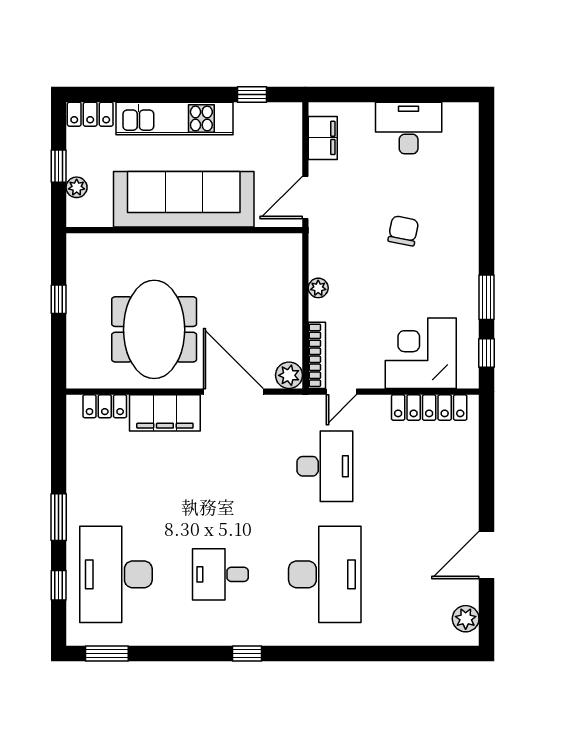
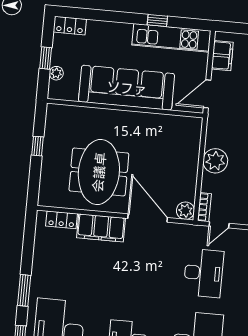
window: (252, 94) -> (157, 21), moved
kitchen unit: (175, 118) -> (171, 38), moved
plant: (318, 288) -> (215, 161), width x1.88, depth x1.88
bookcase: (317, 355) -> (204, 207), width x0.64

